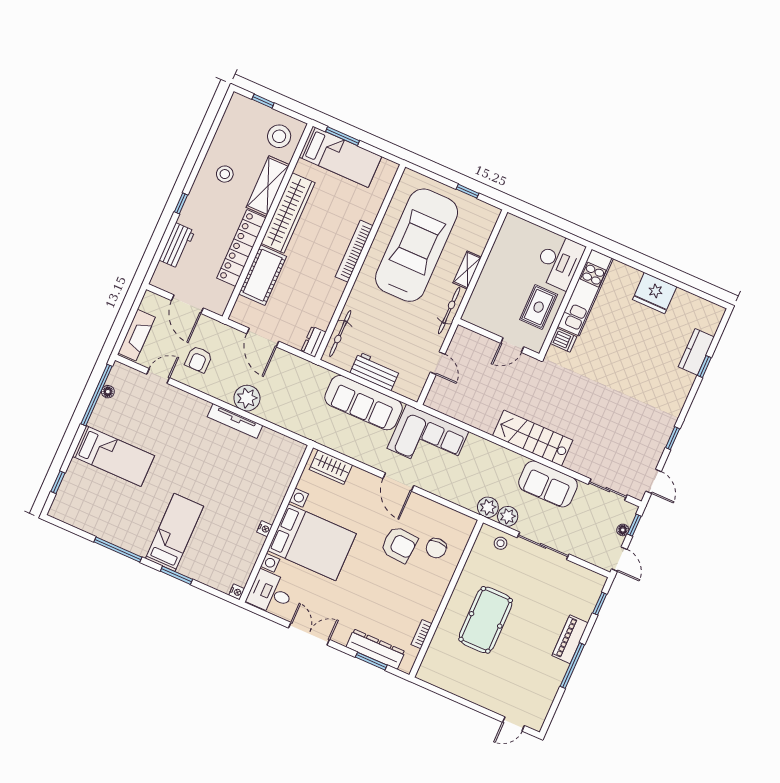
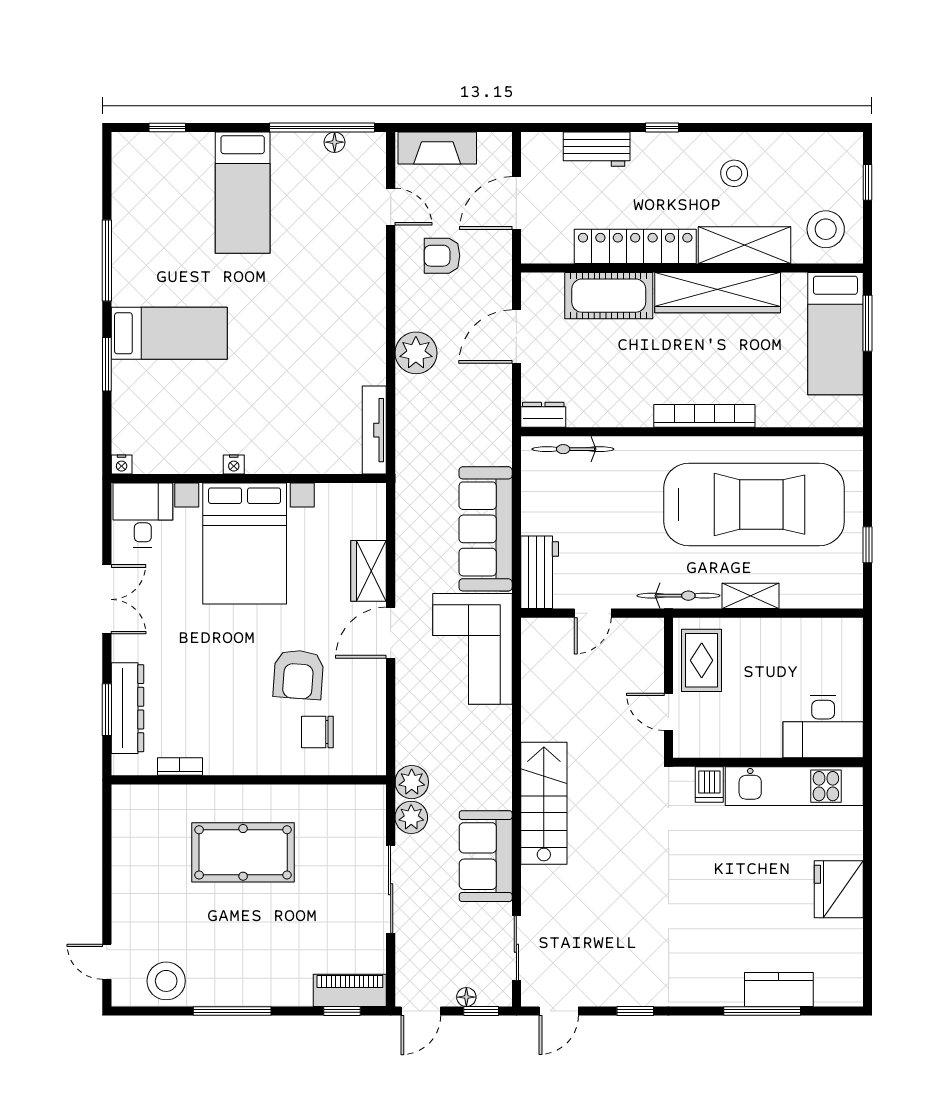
rug: (539, 307) -> (702, 660), moved, turned 90
window: (704, 367) -> (762, 1011), width x2.17
workbench: (375, 371) -> (540, 572), moved
tv unit: (235, 421) -> (374, 430), moved
wardrobe: (331, 467) -> (368, 571), moved
stool: (501, 543) -> (166, 981), moved, width x1.89, depth x1.89
piano: (570, 639) -> (350, 990), moved

